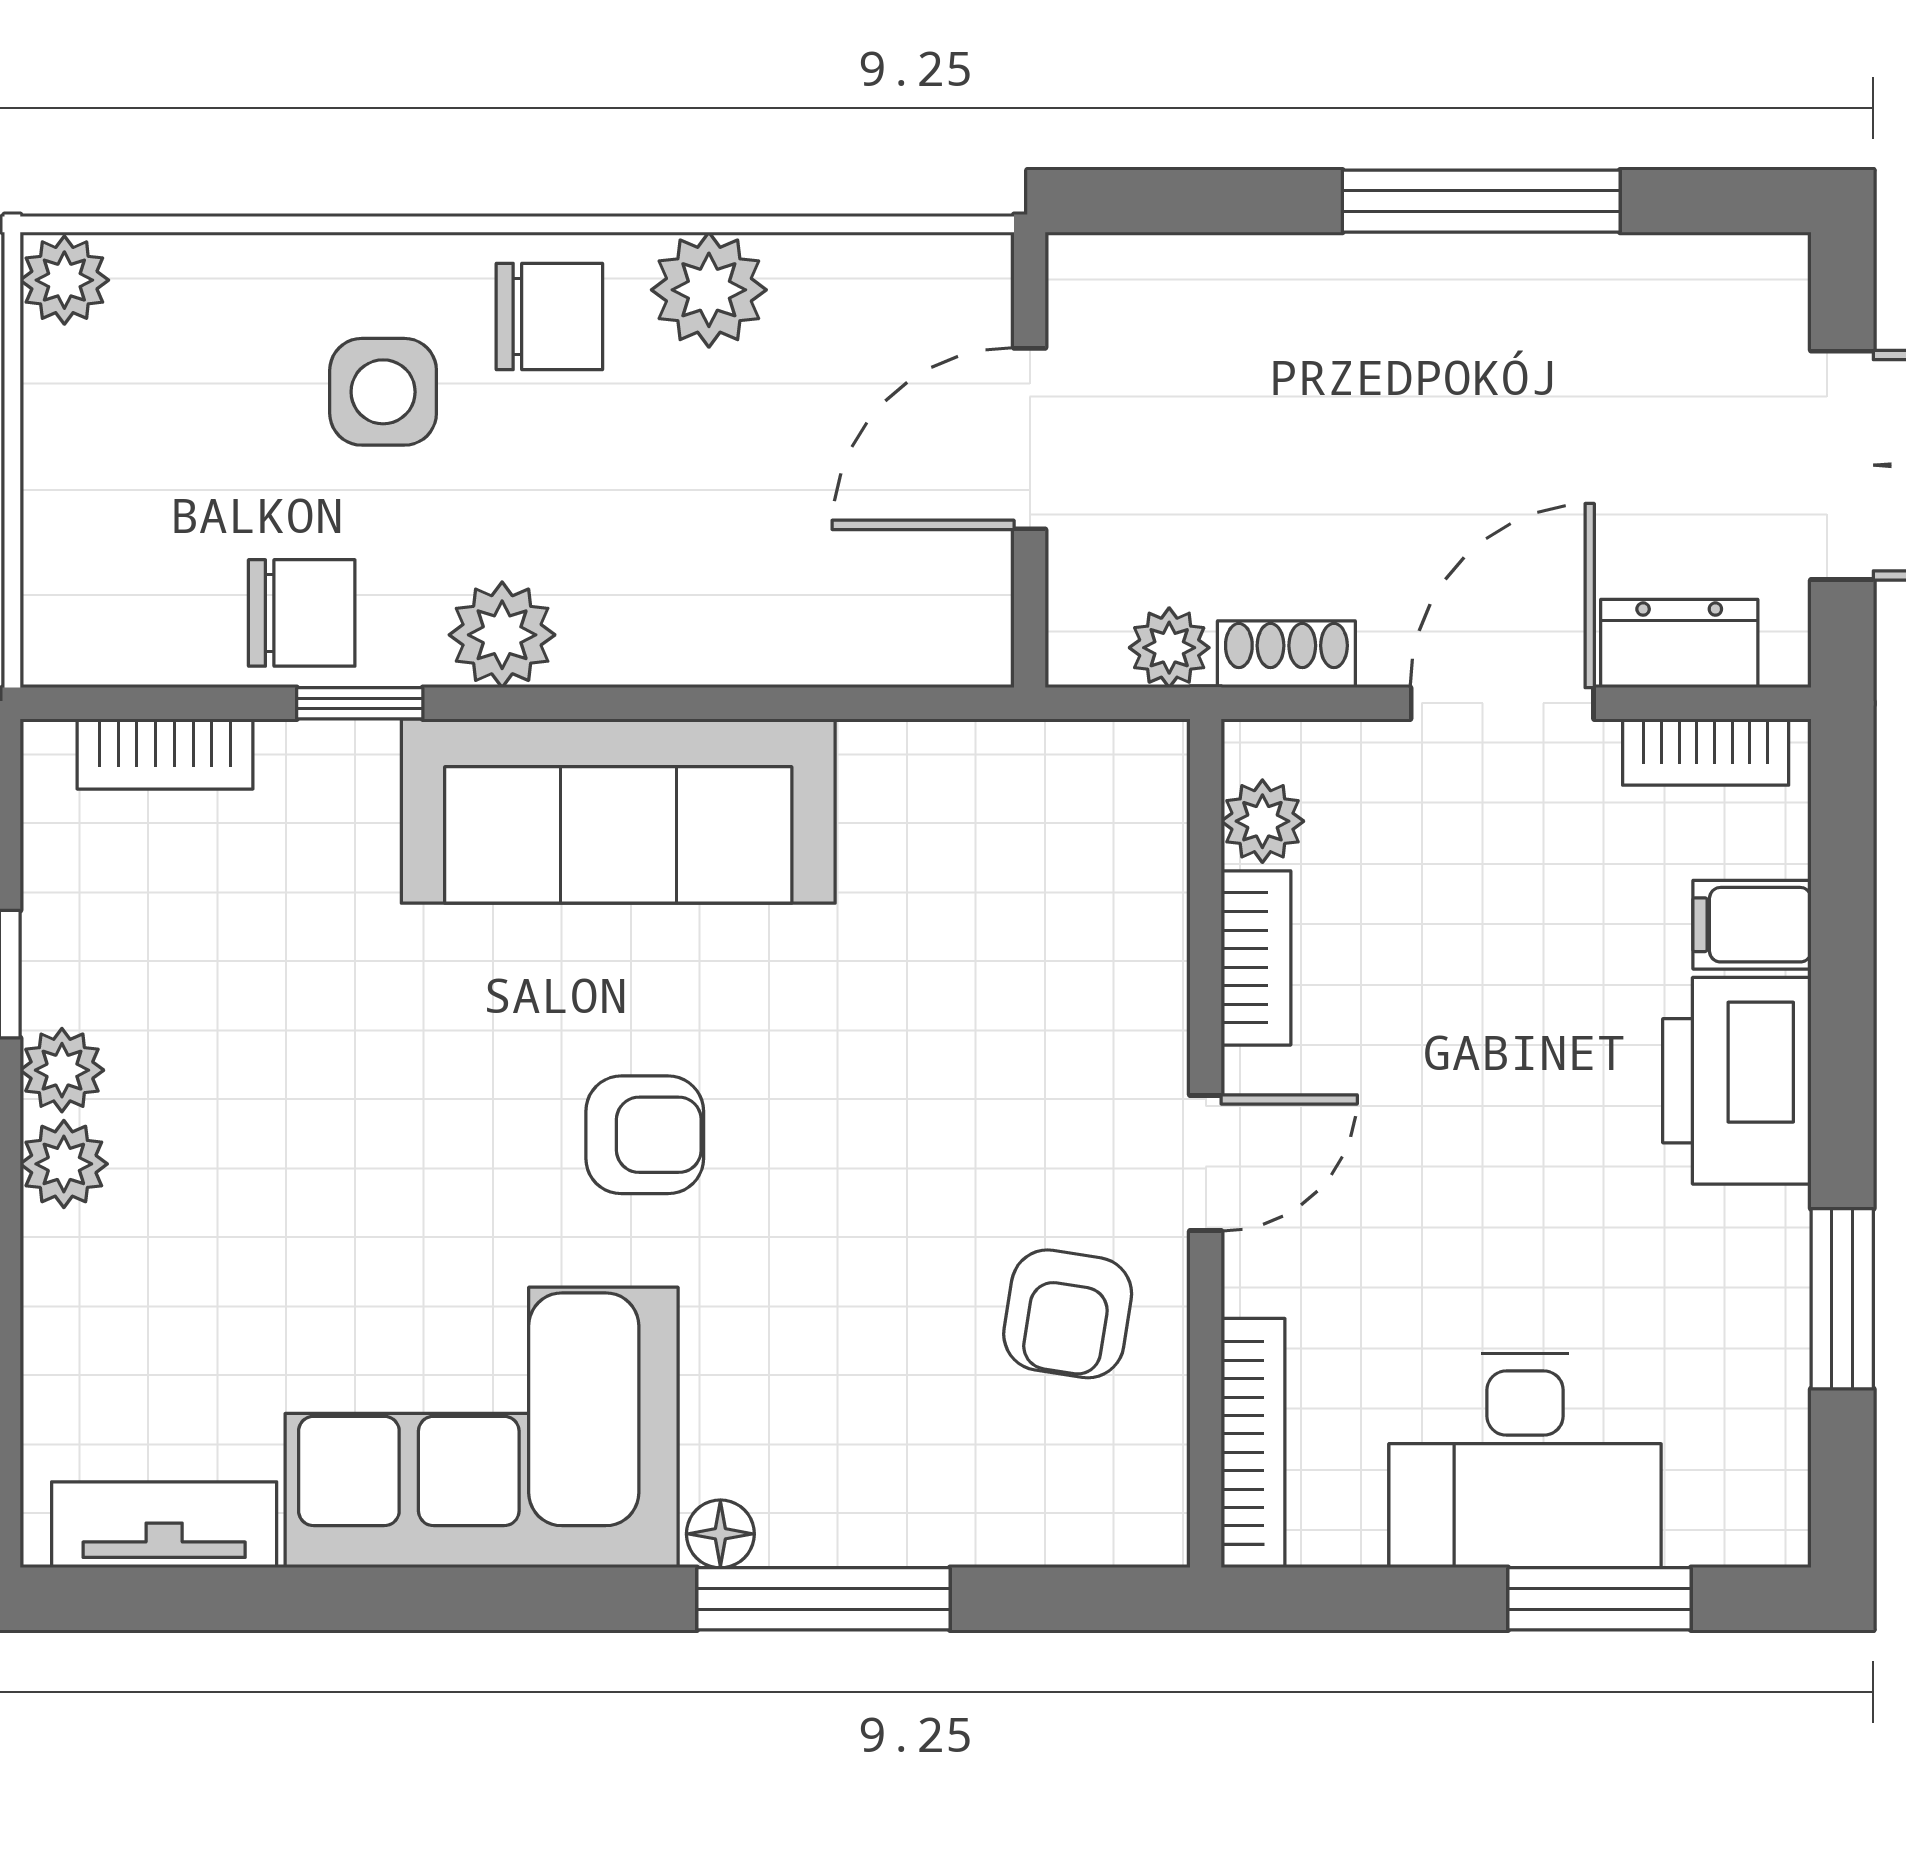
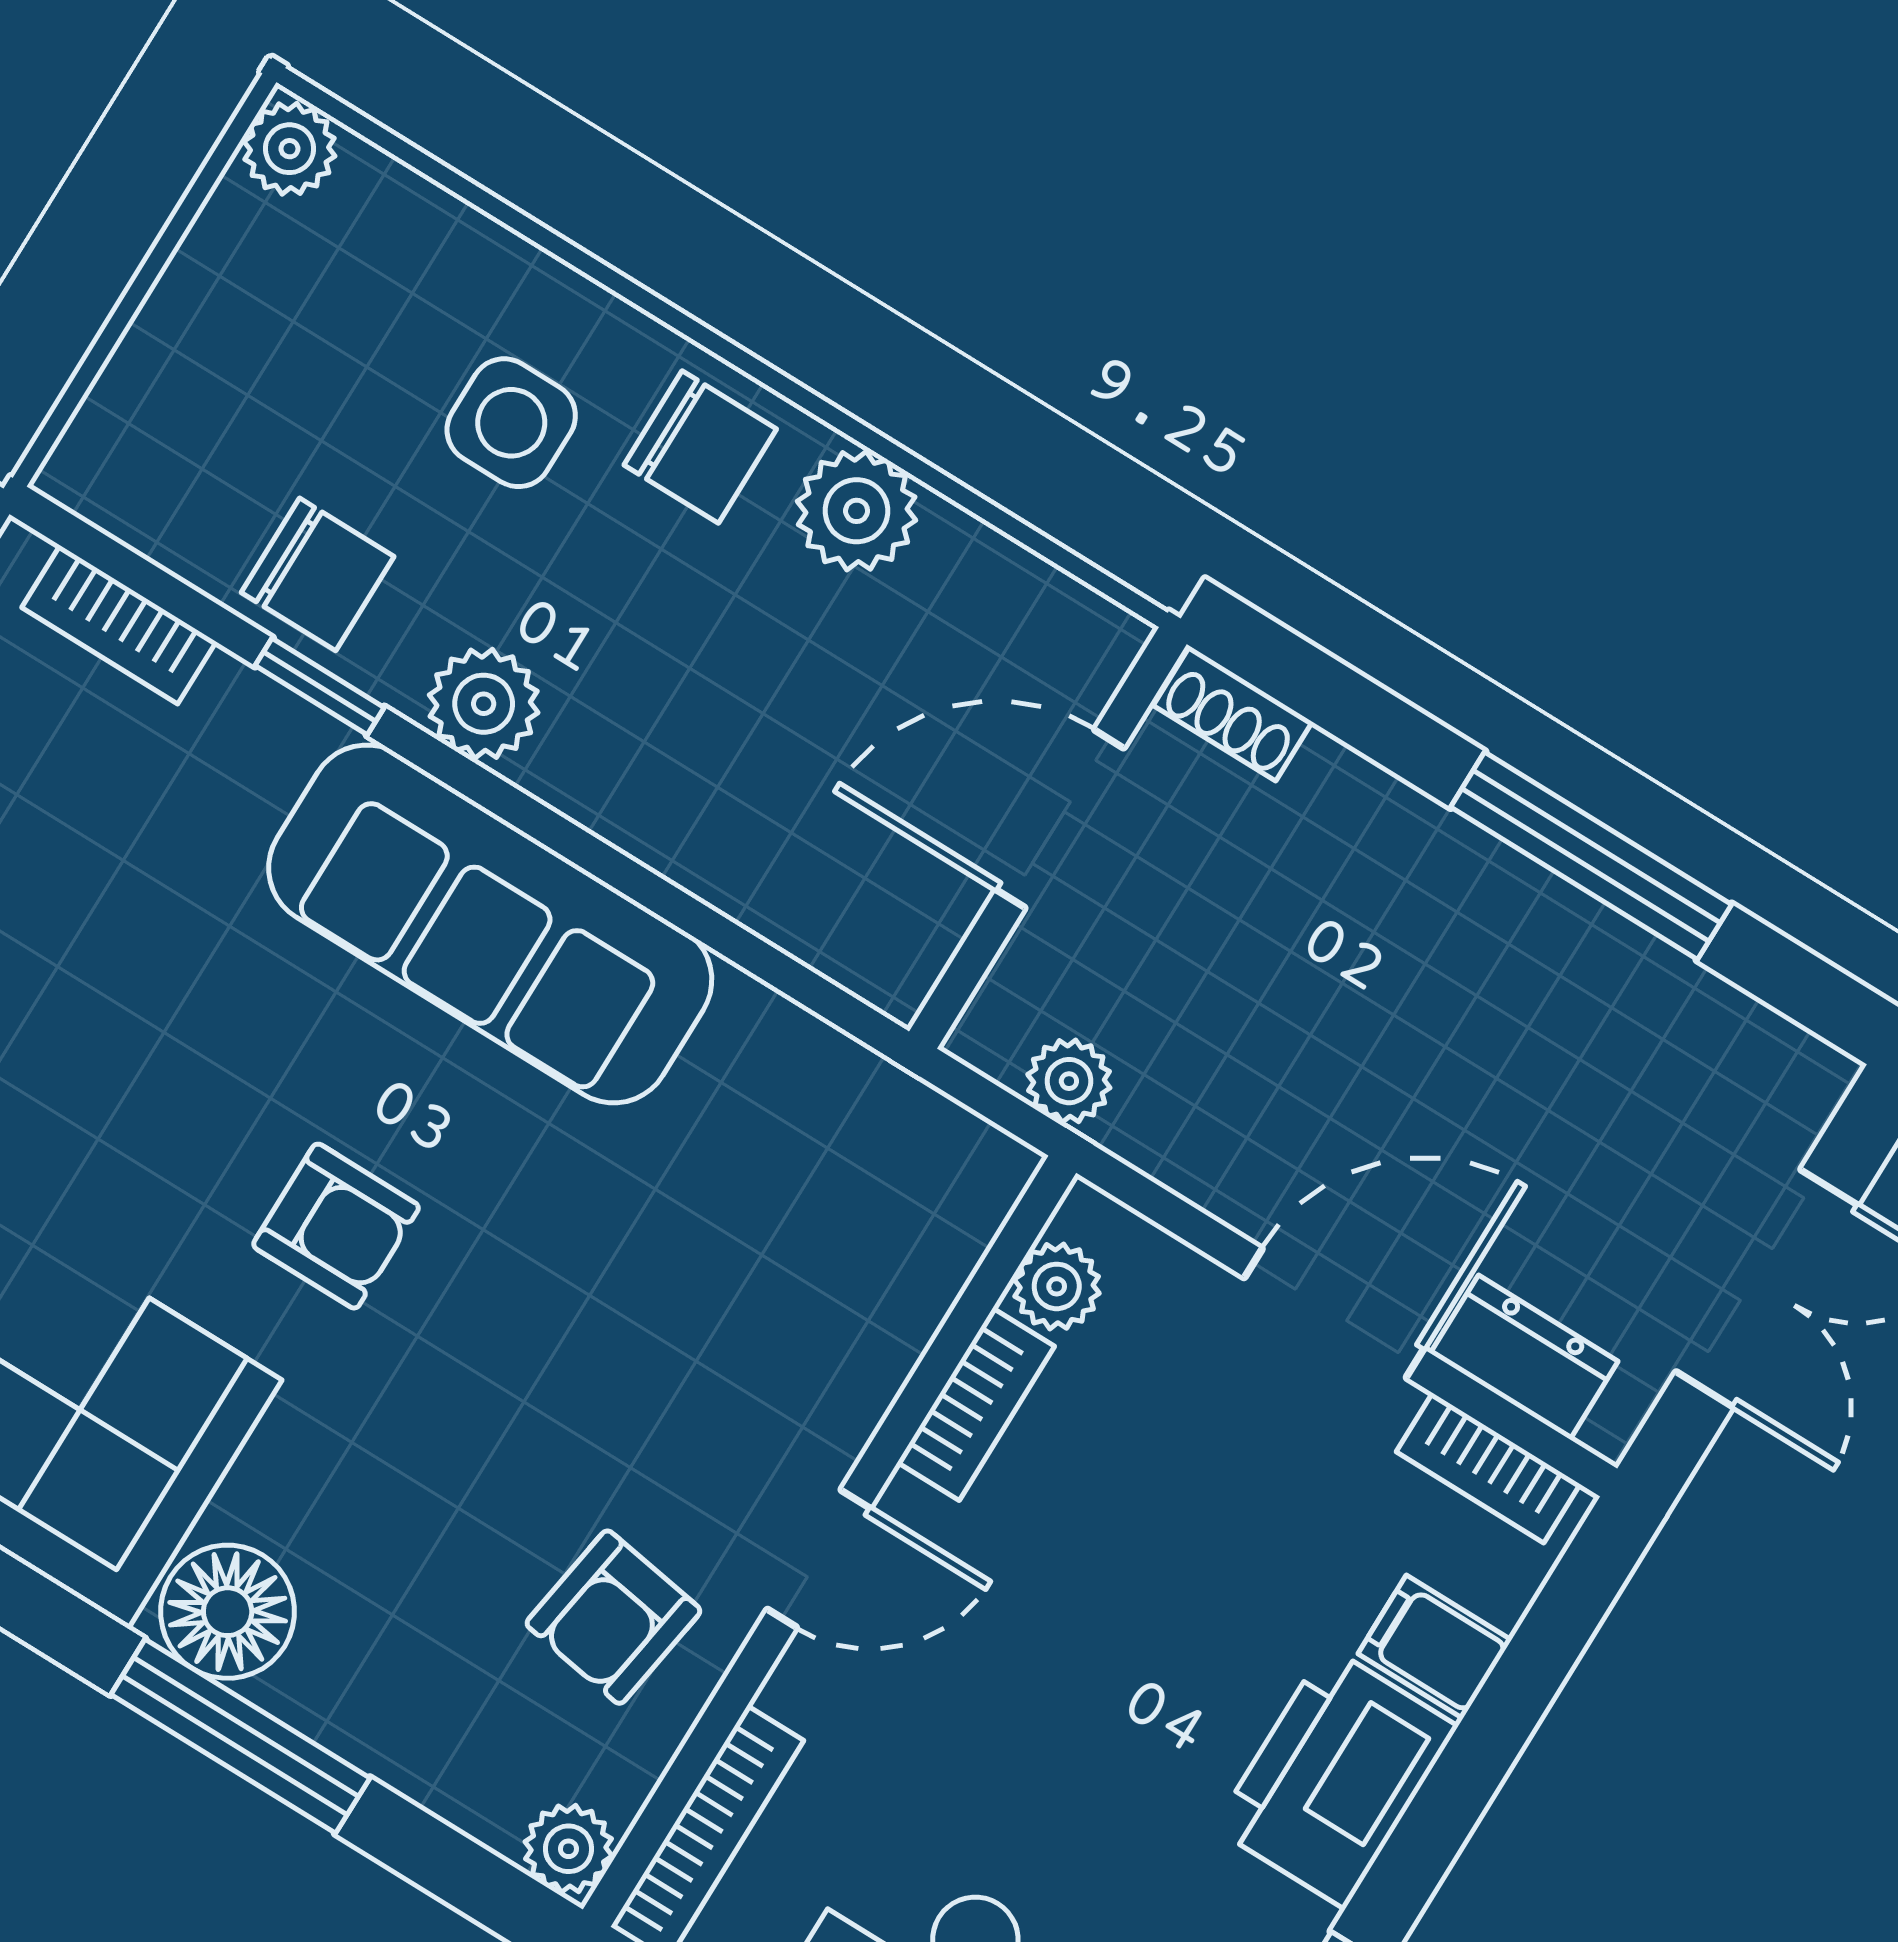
shoe rack: (1286, 654) -> (1233, 714), moved, turned 180
plant: (1148, 1525) -> (568, 1849), added
floor lamp: (720, 1534) -> (228, 1612), width x1.89, depth x1.89

